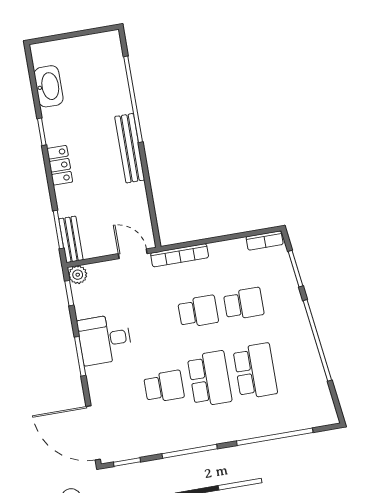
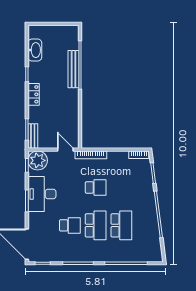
bench: (130, 148) -> (74, 69), moved
plant: (78, 275) -> (38, 160), width x1.87, depth x1.87
school desk: (244, 304) -> (121, 187), removed
desk: (105, 339) -> (42, 194), width x1.37

